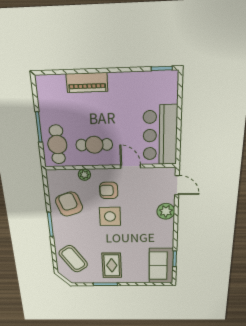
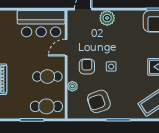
cafe table: (94, 145) -> (47, 77), turned 90
armchair: (109, 190) -> (87, 67), turned 180
side table: (110, 216) -> (111, 66), width x0.54, depth x0.54

